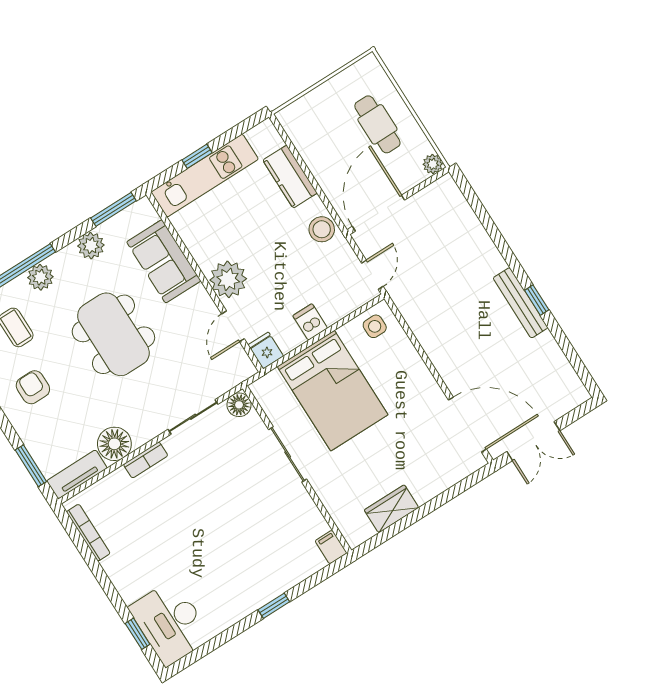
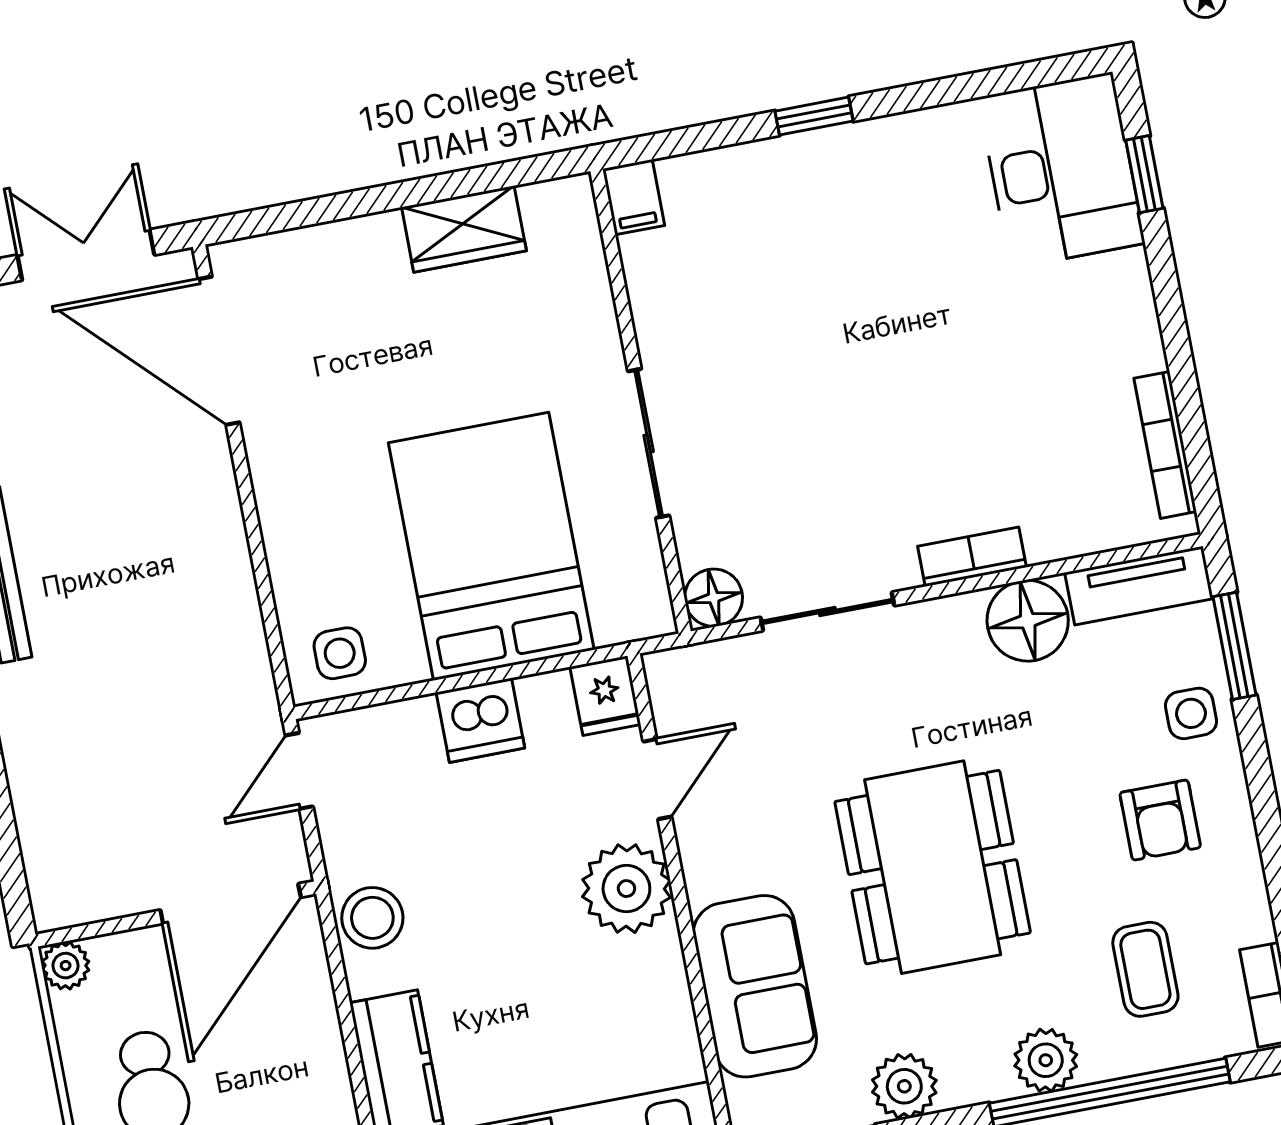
dishwasher: (310, 322) -> (480, 720), width x1.38
side table: (37, 433) -> (1191, 713), added

